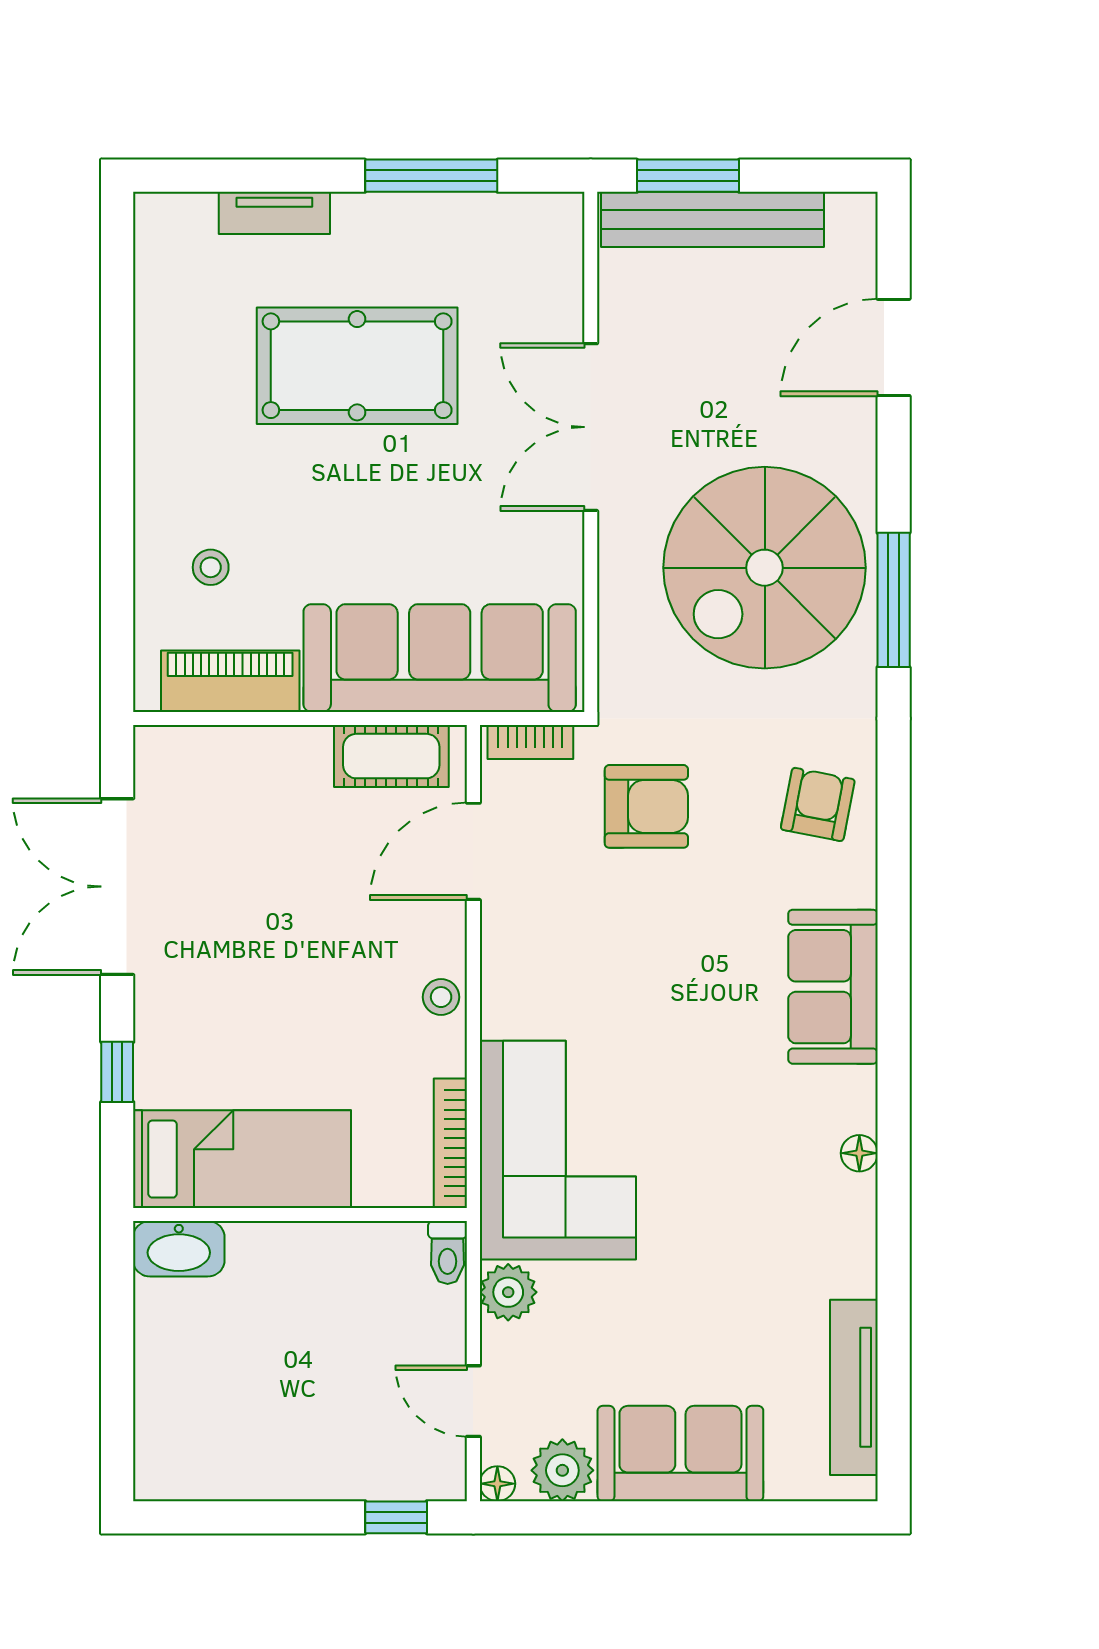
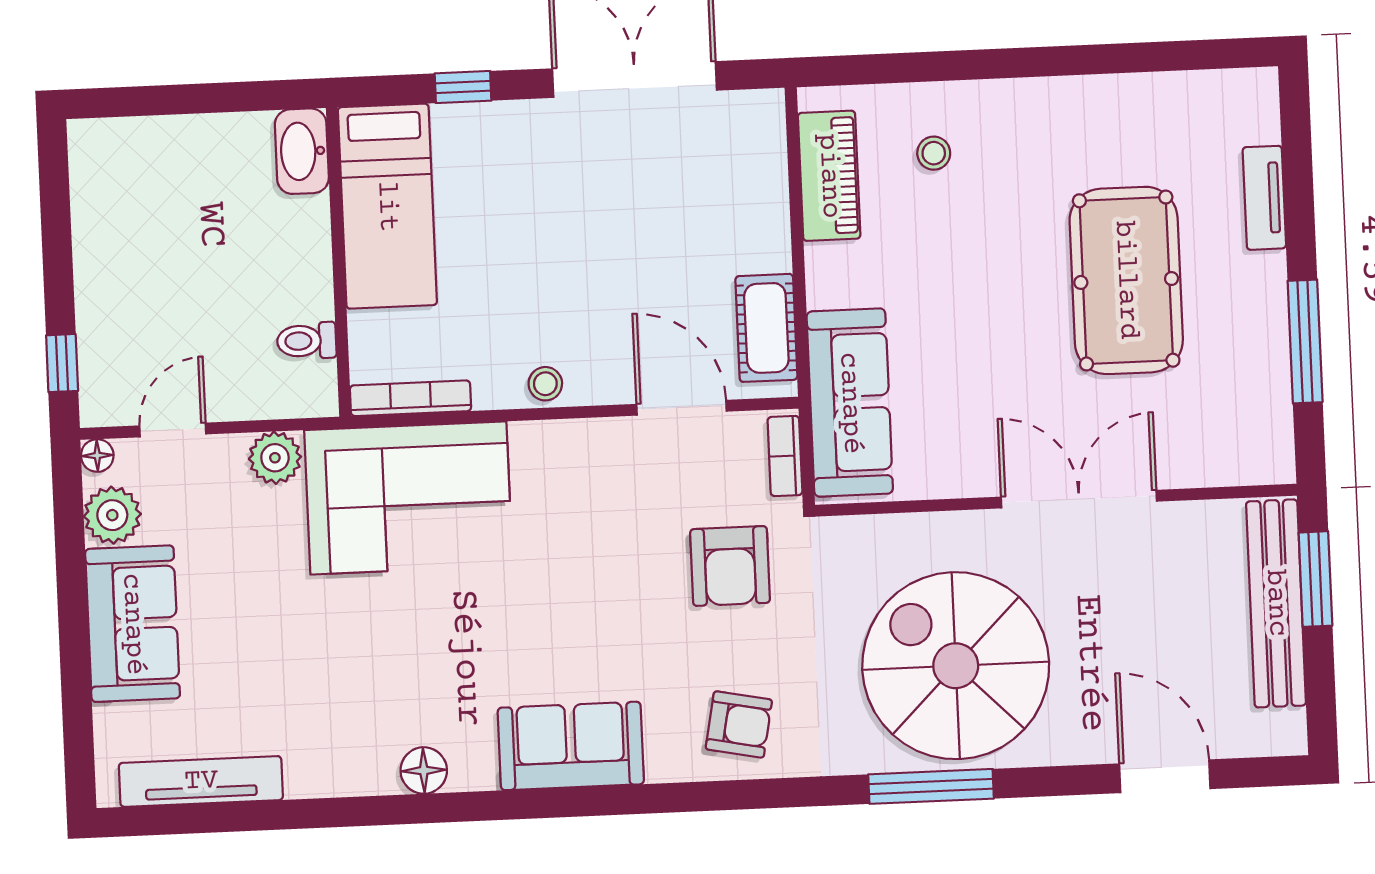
sofa: (440, 658) -> (850, 403), width x0.74, depth x0.79
floor lamp: (859, 1153) -> (424, 770), width x1.37, depth x1.37
toilet: (448, 1253) -> (307, 341), moved

